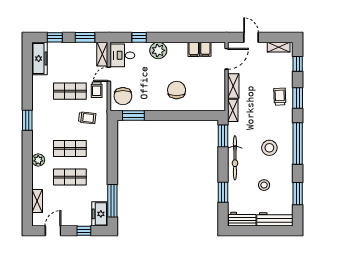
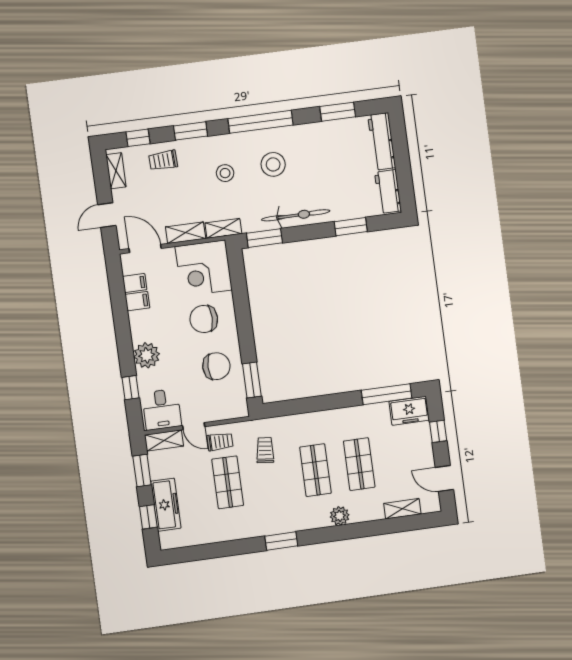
freezer: (40, 58) -> (166, 505), moved, turned 90
corner desk: (209, 94) -> (204, 268), added
chair: (123, 96) -> (216, 366), moved
trolley: (280, 97) -> (163, 160), moved
stool: (264, 185) -> (225, 173), moved

